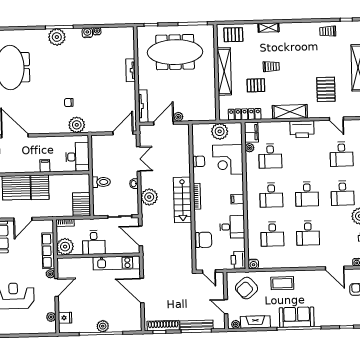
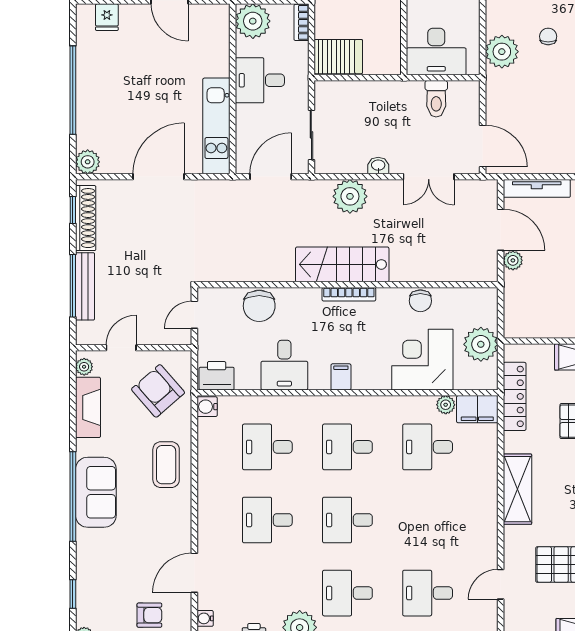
printer: (302, 129) -> (480, 513), removed
toilet: (101, 182) -> (436, 99), moved
plant: (103, 326) -> (88, 162), moved

